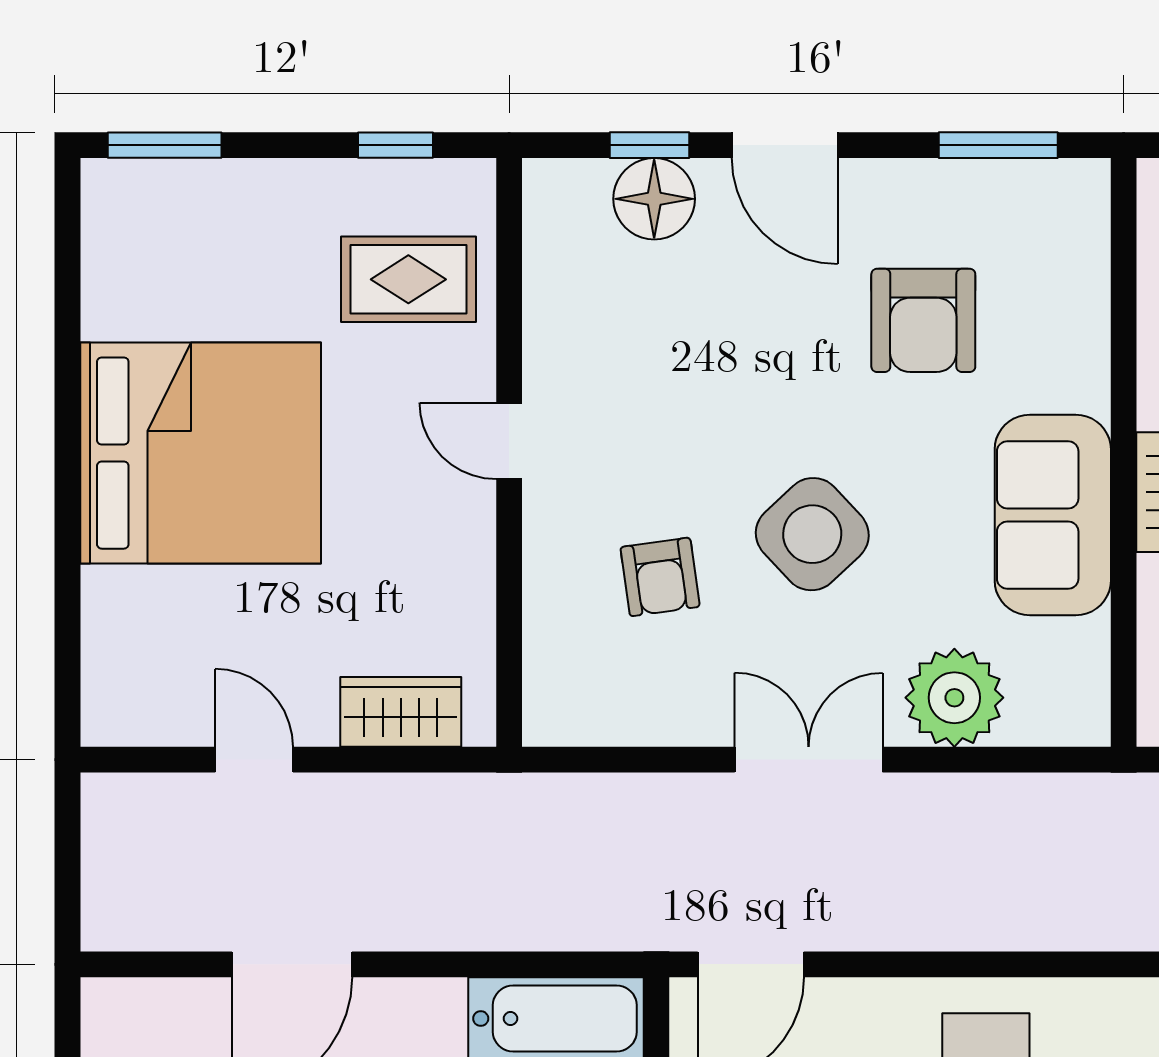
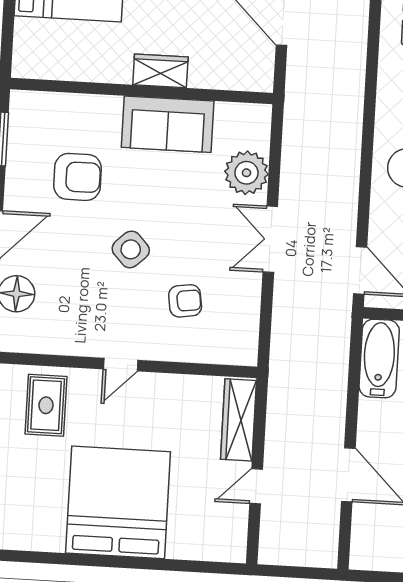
side table: (812, 534) -> (131, 249), moved, width x0.73, depth x0.73
wardrobe: (401, 712) -> (239, 420), width x1.50

